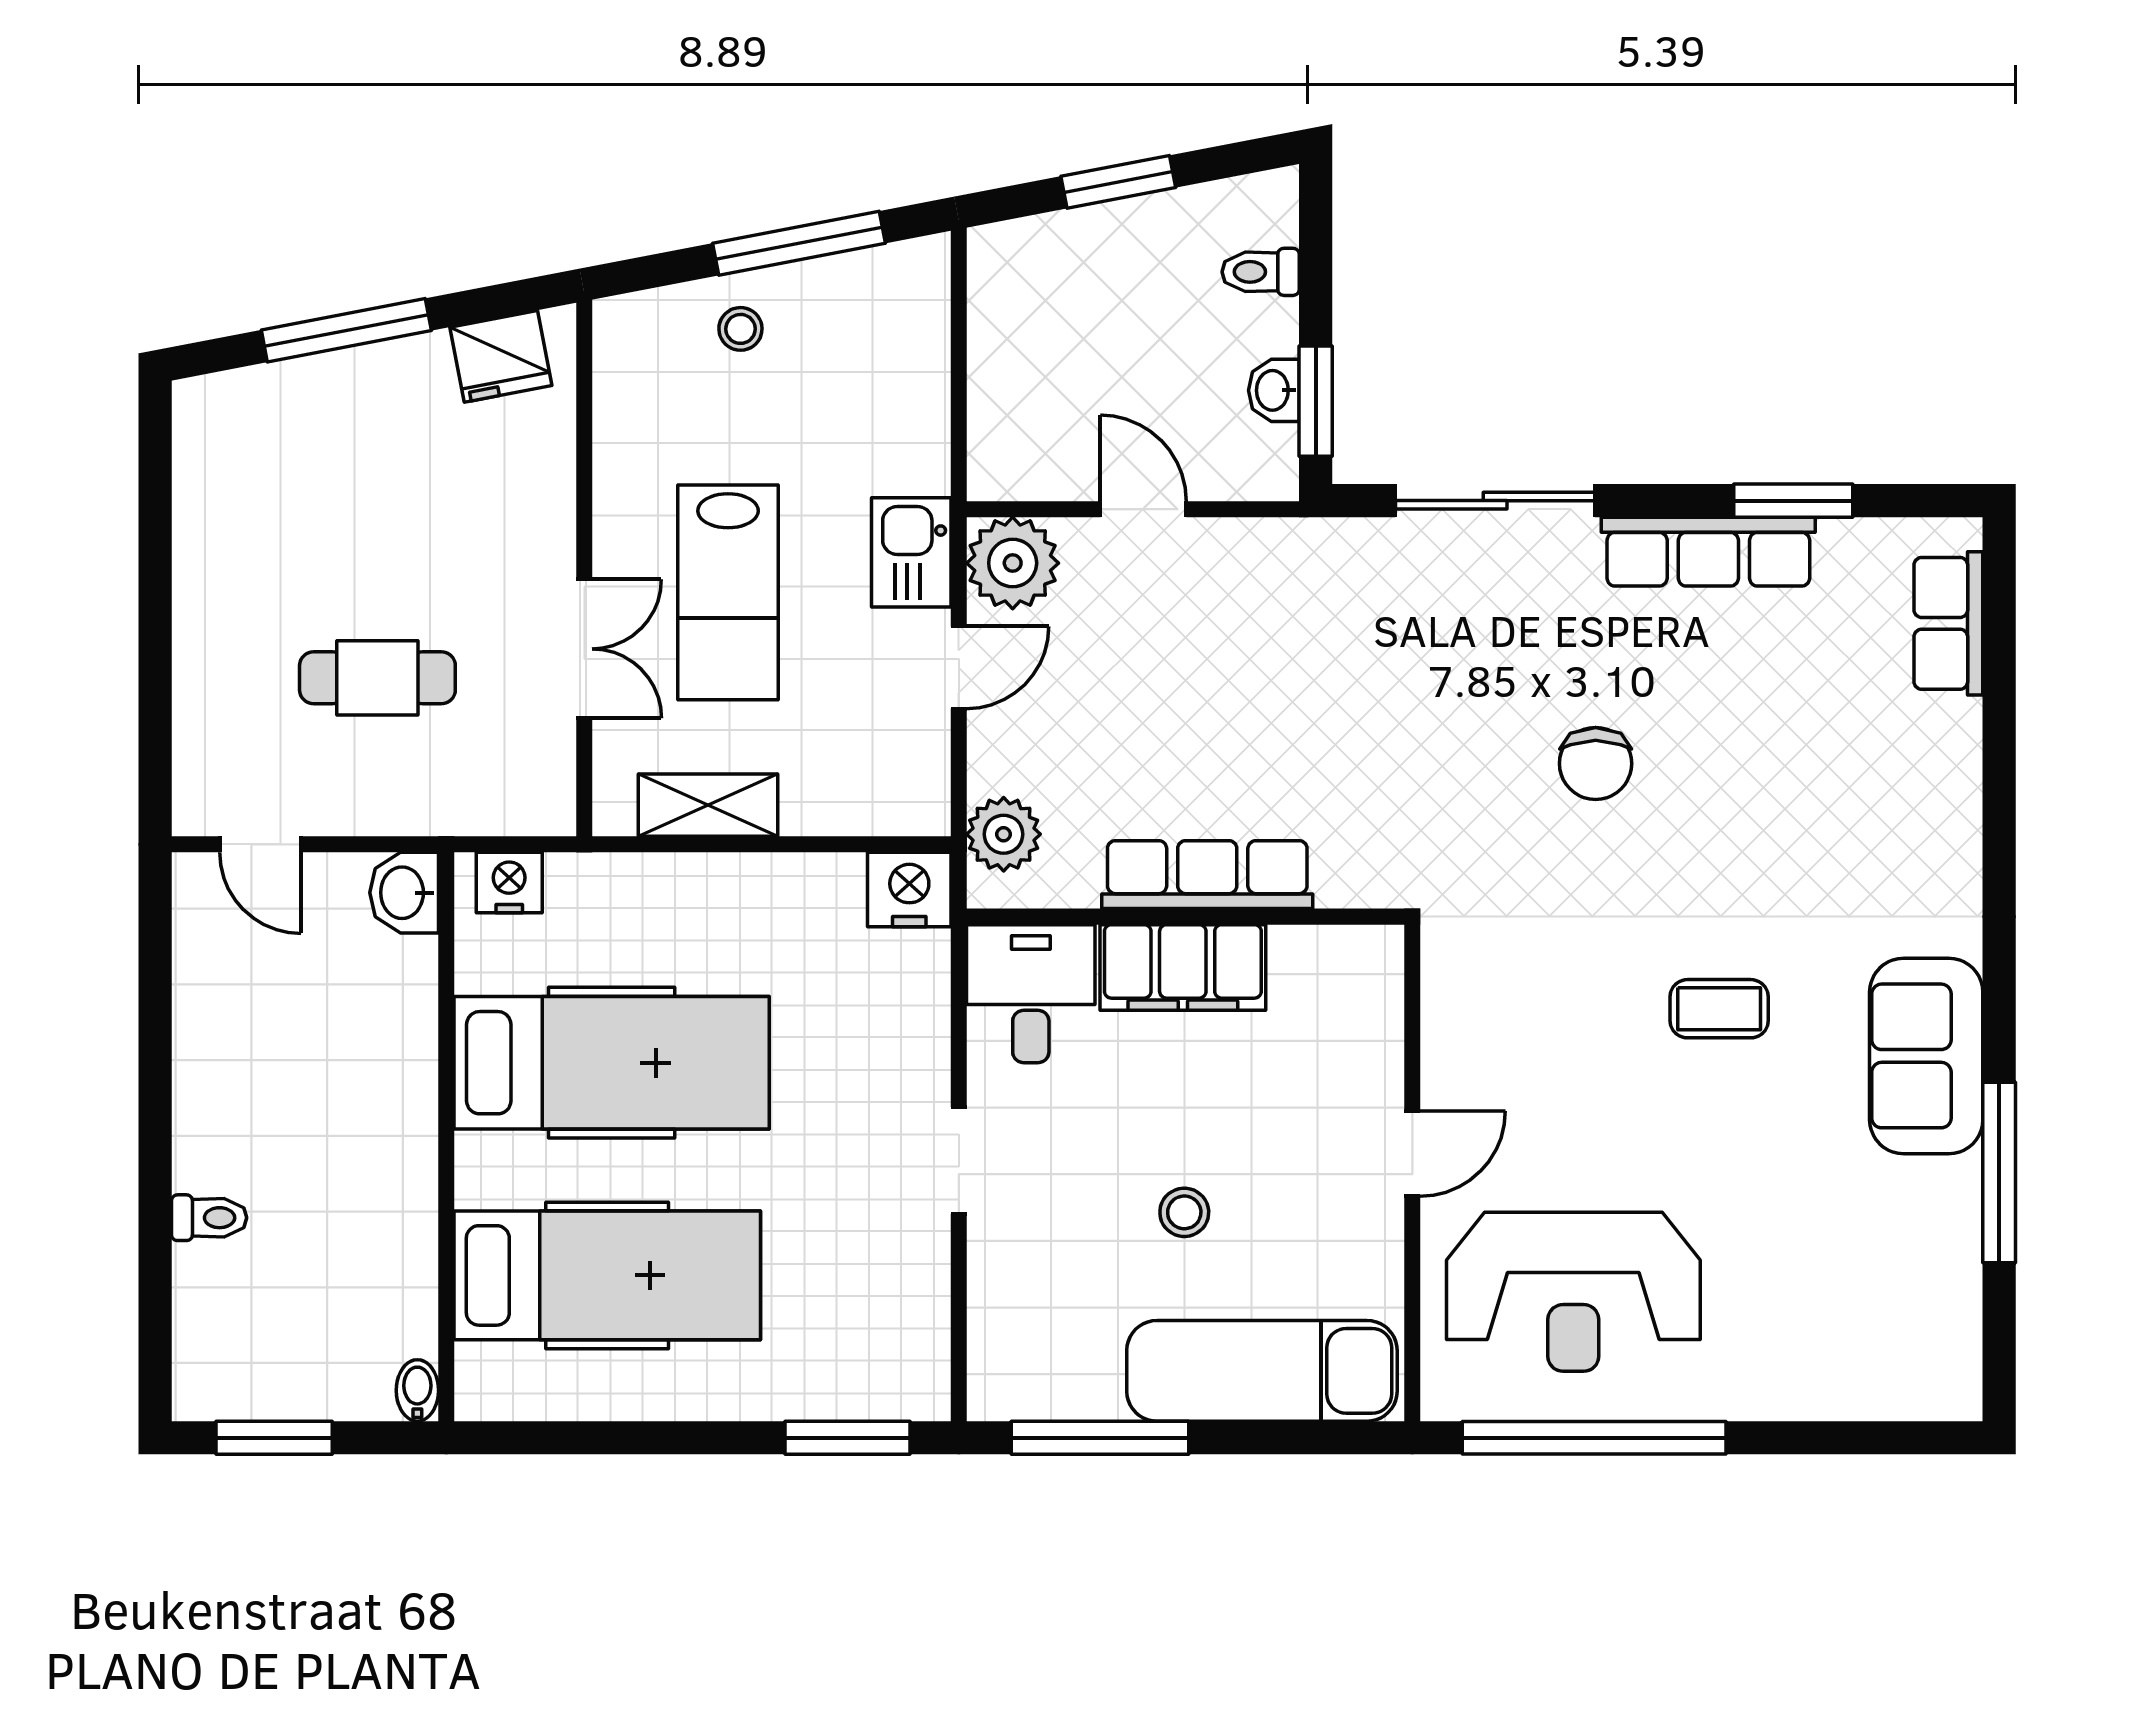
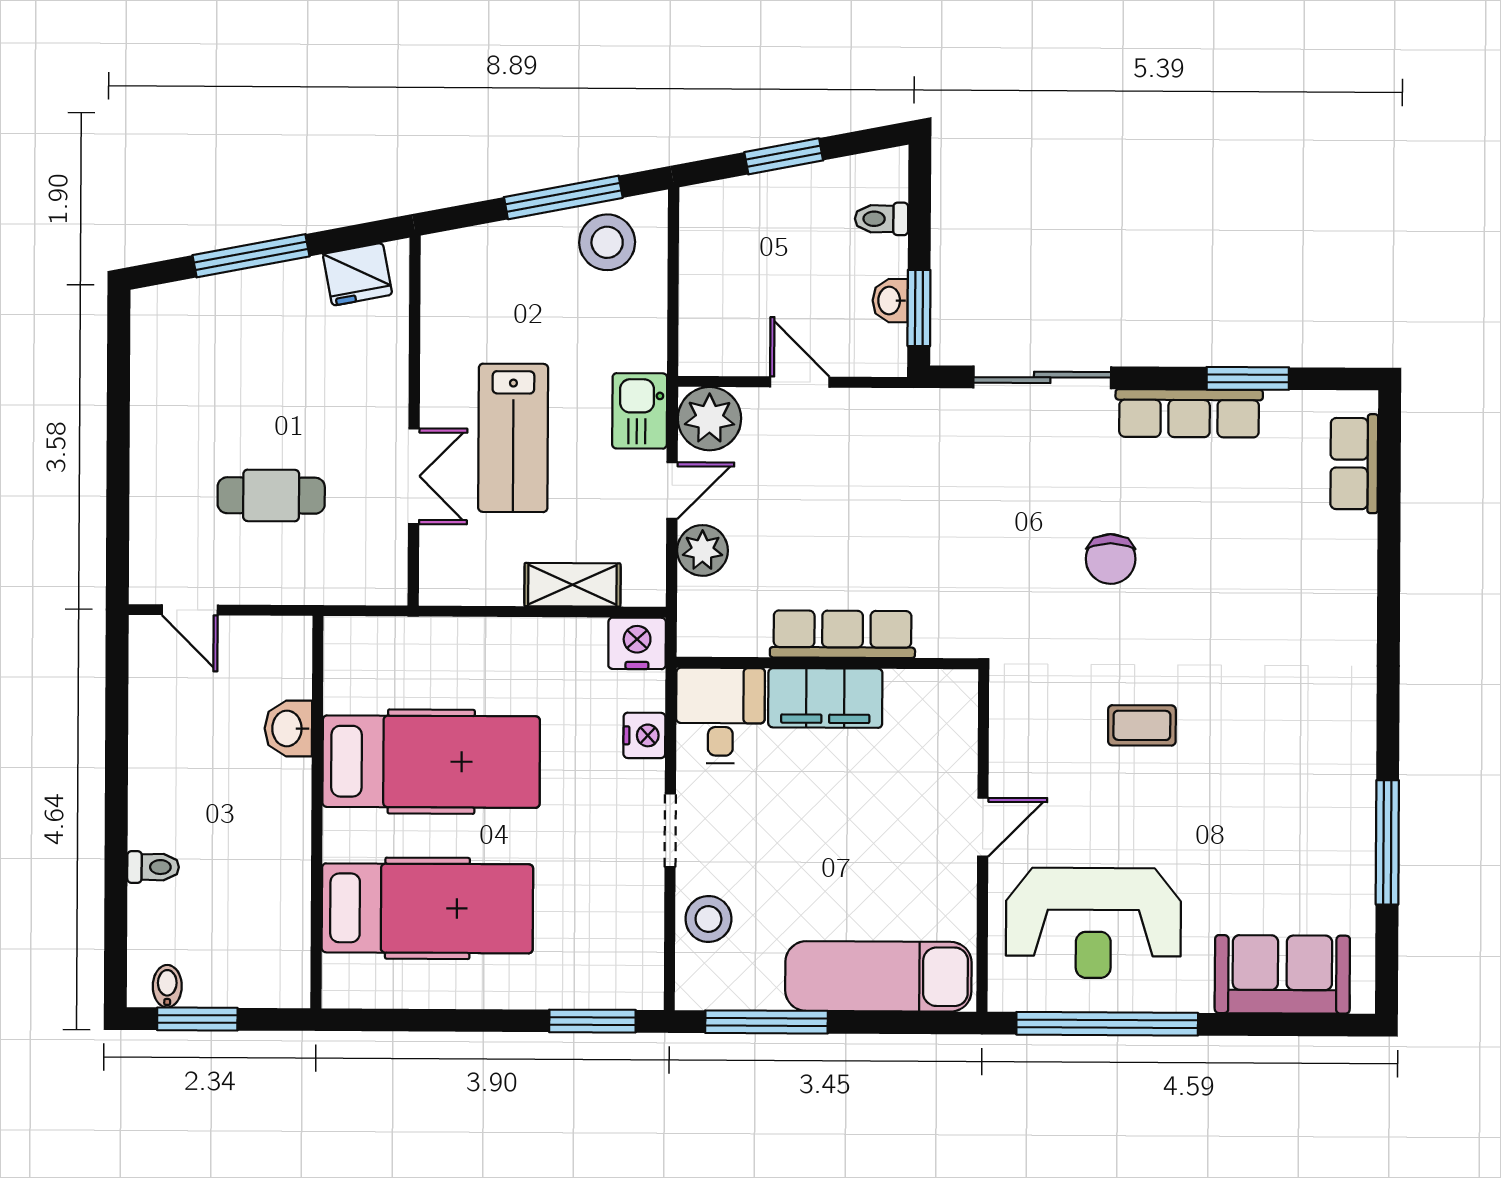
stool: (740, 329) -> (607, 242), moved, width x1.89, depth x1.89
shelving: (708, 805) -> (572, 585), moved
plant: (1004, 834) -> (702, 550), moved
nightstand: (509, 883) -> (644, 735), moved, turned 90
washbasin: (404, 893) -> (288, 728), moved
coffee table: (1719, 1009) -> (1142, 725), moved
sofa: (1926, 1056) -> (1282, 974), moved, turned 90
stool: (1184, 1212) -> (708, 919), moved, width x1.37, depth x1.37
bidet: (417, 1390) -> (167, 986), moved

